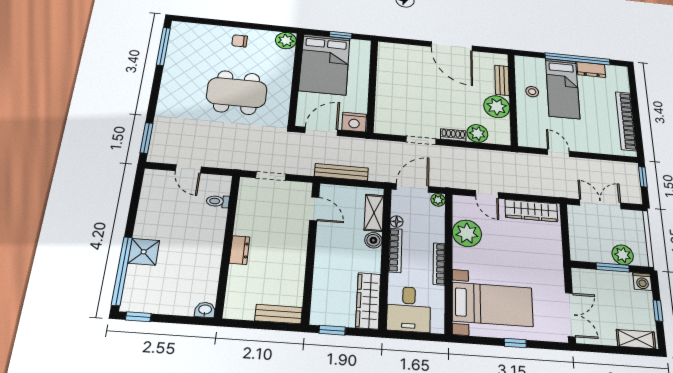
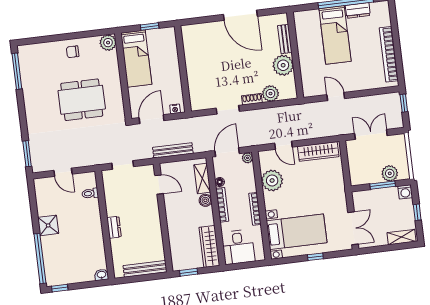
bed: (325, 64) -> (136, 59), width x0.67
stool: (532, 92) -> (310, 44), removed
nightstand: (354, 122) -> (175, 109), width x0.53, depth x0.56
shower: (144, 252) -> (48, 225), moved
bench: (279, 314) -> (145, 269), width x1.36

